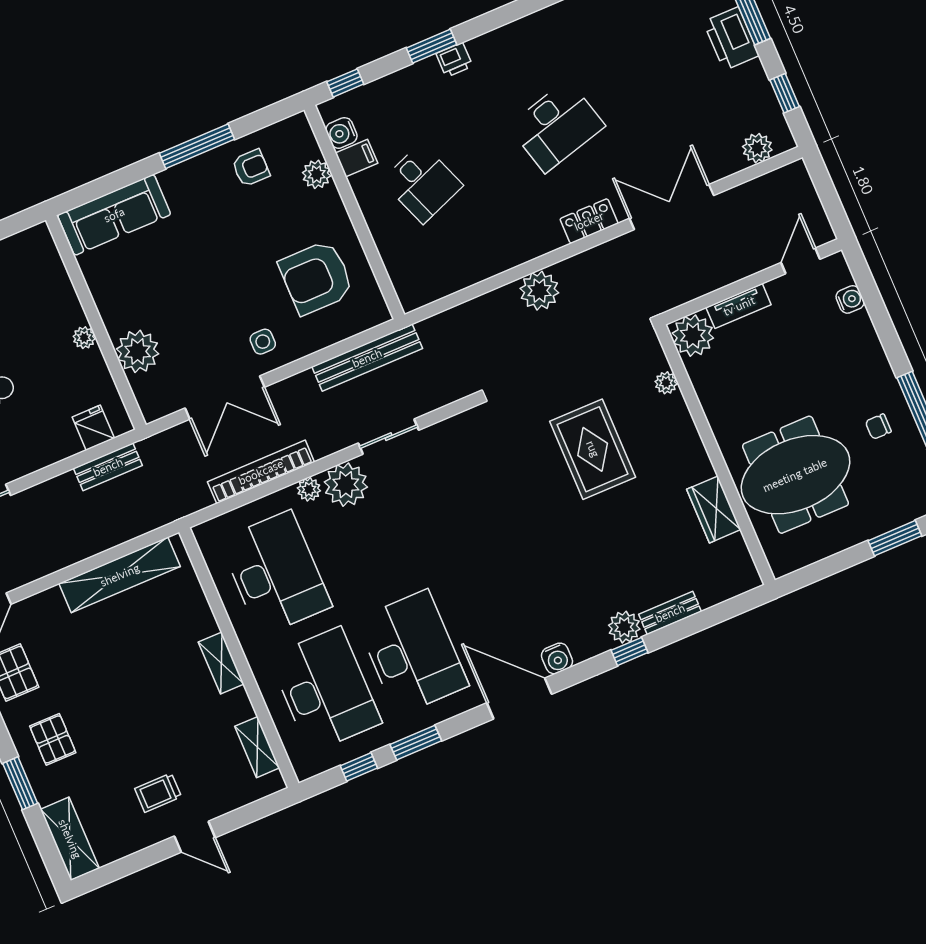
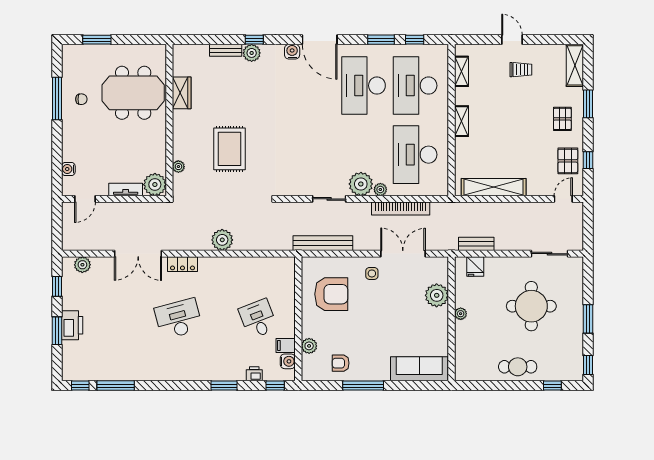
printer: (454, 60) -> (254, 374), moved

